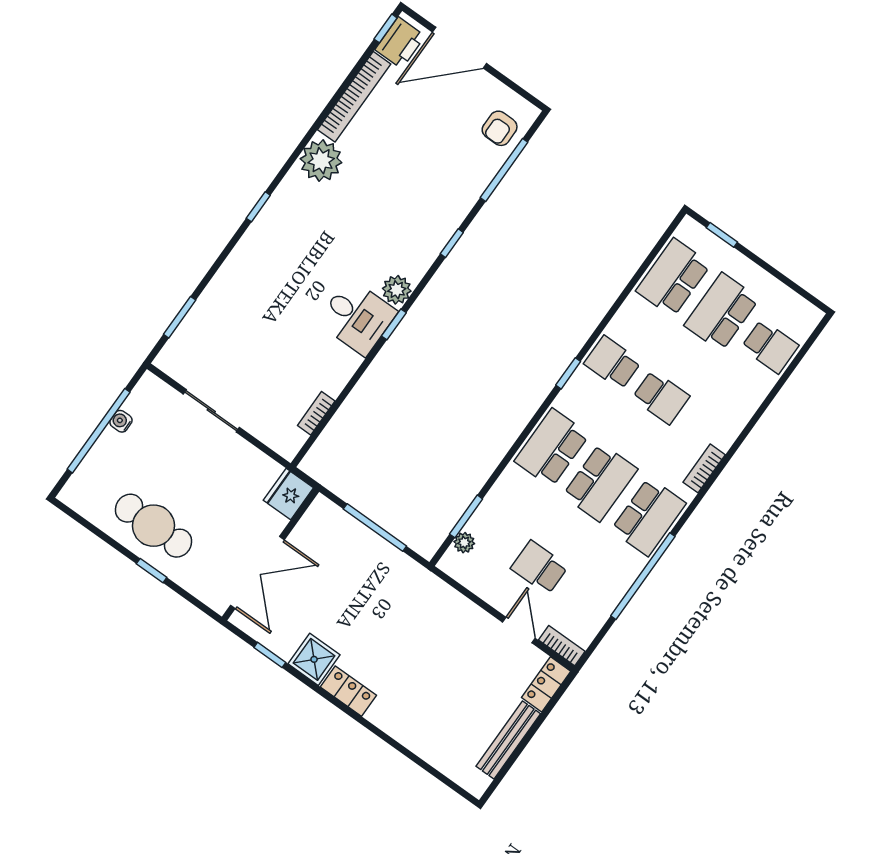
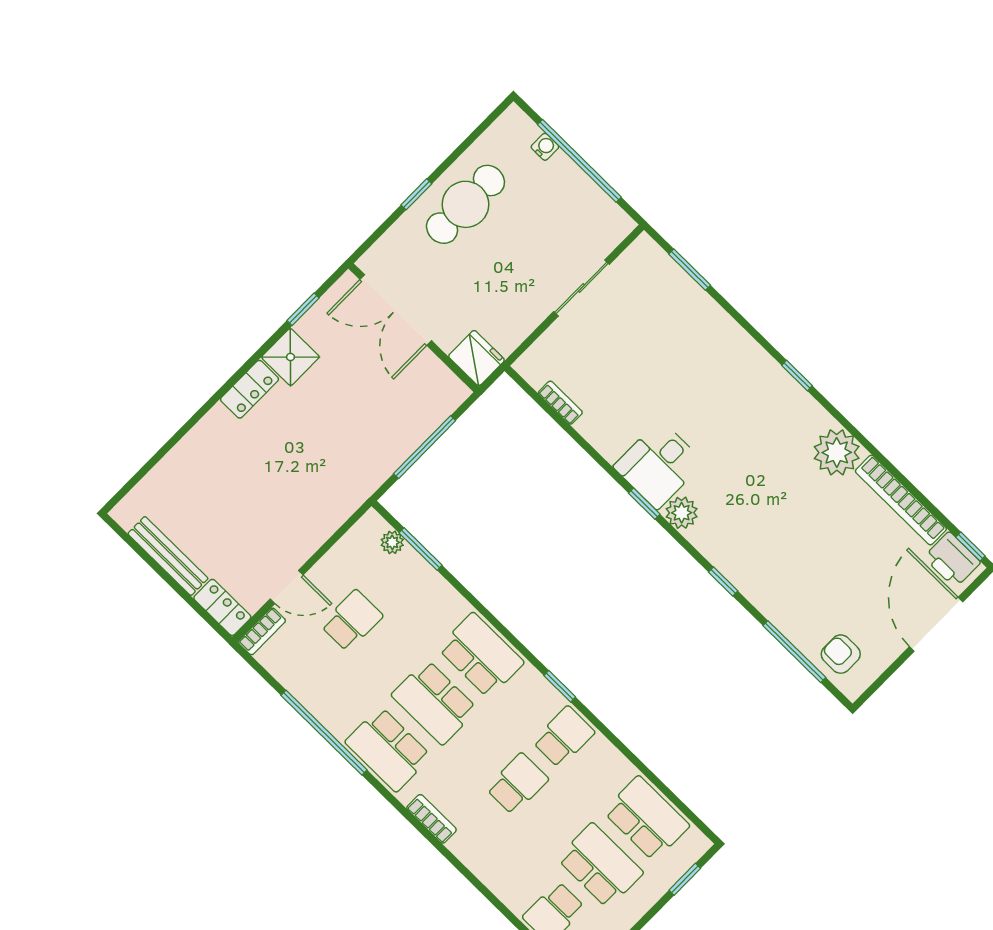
school desk: (661, 397) -> (517, 784), turned 180
water cooler: (121, 421) -> (545, 147), moved

